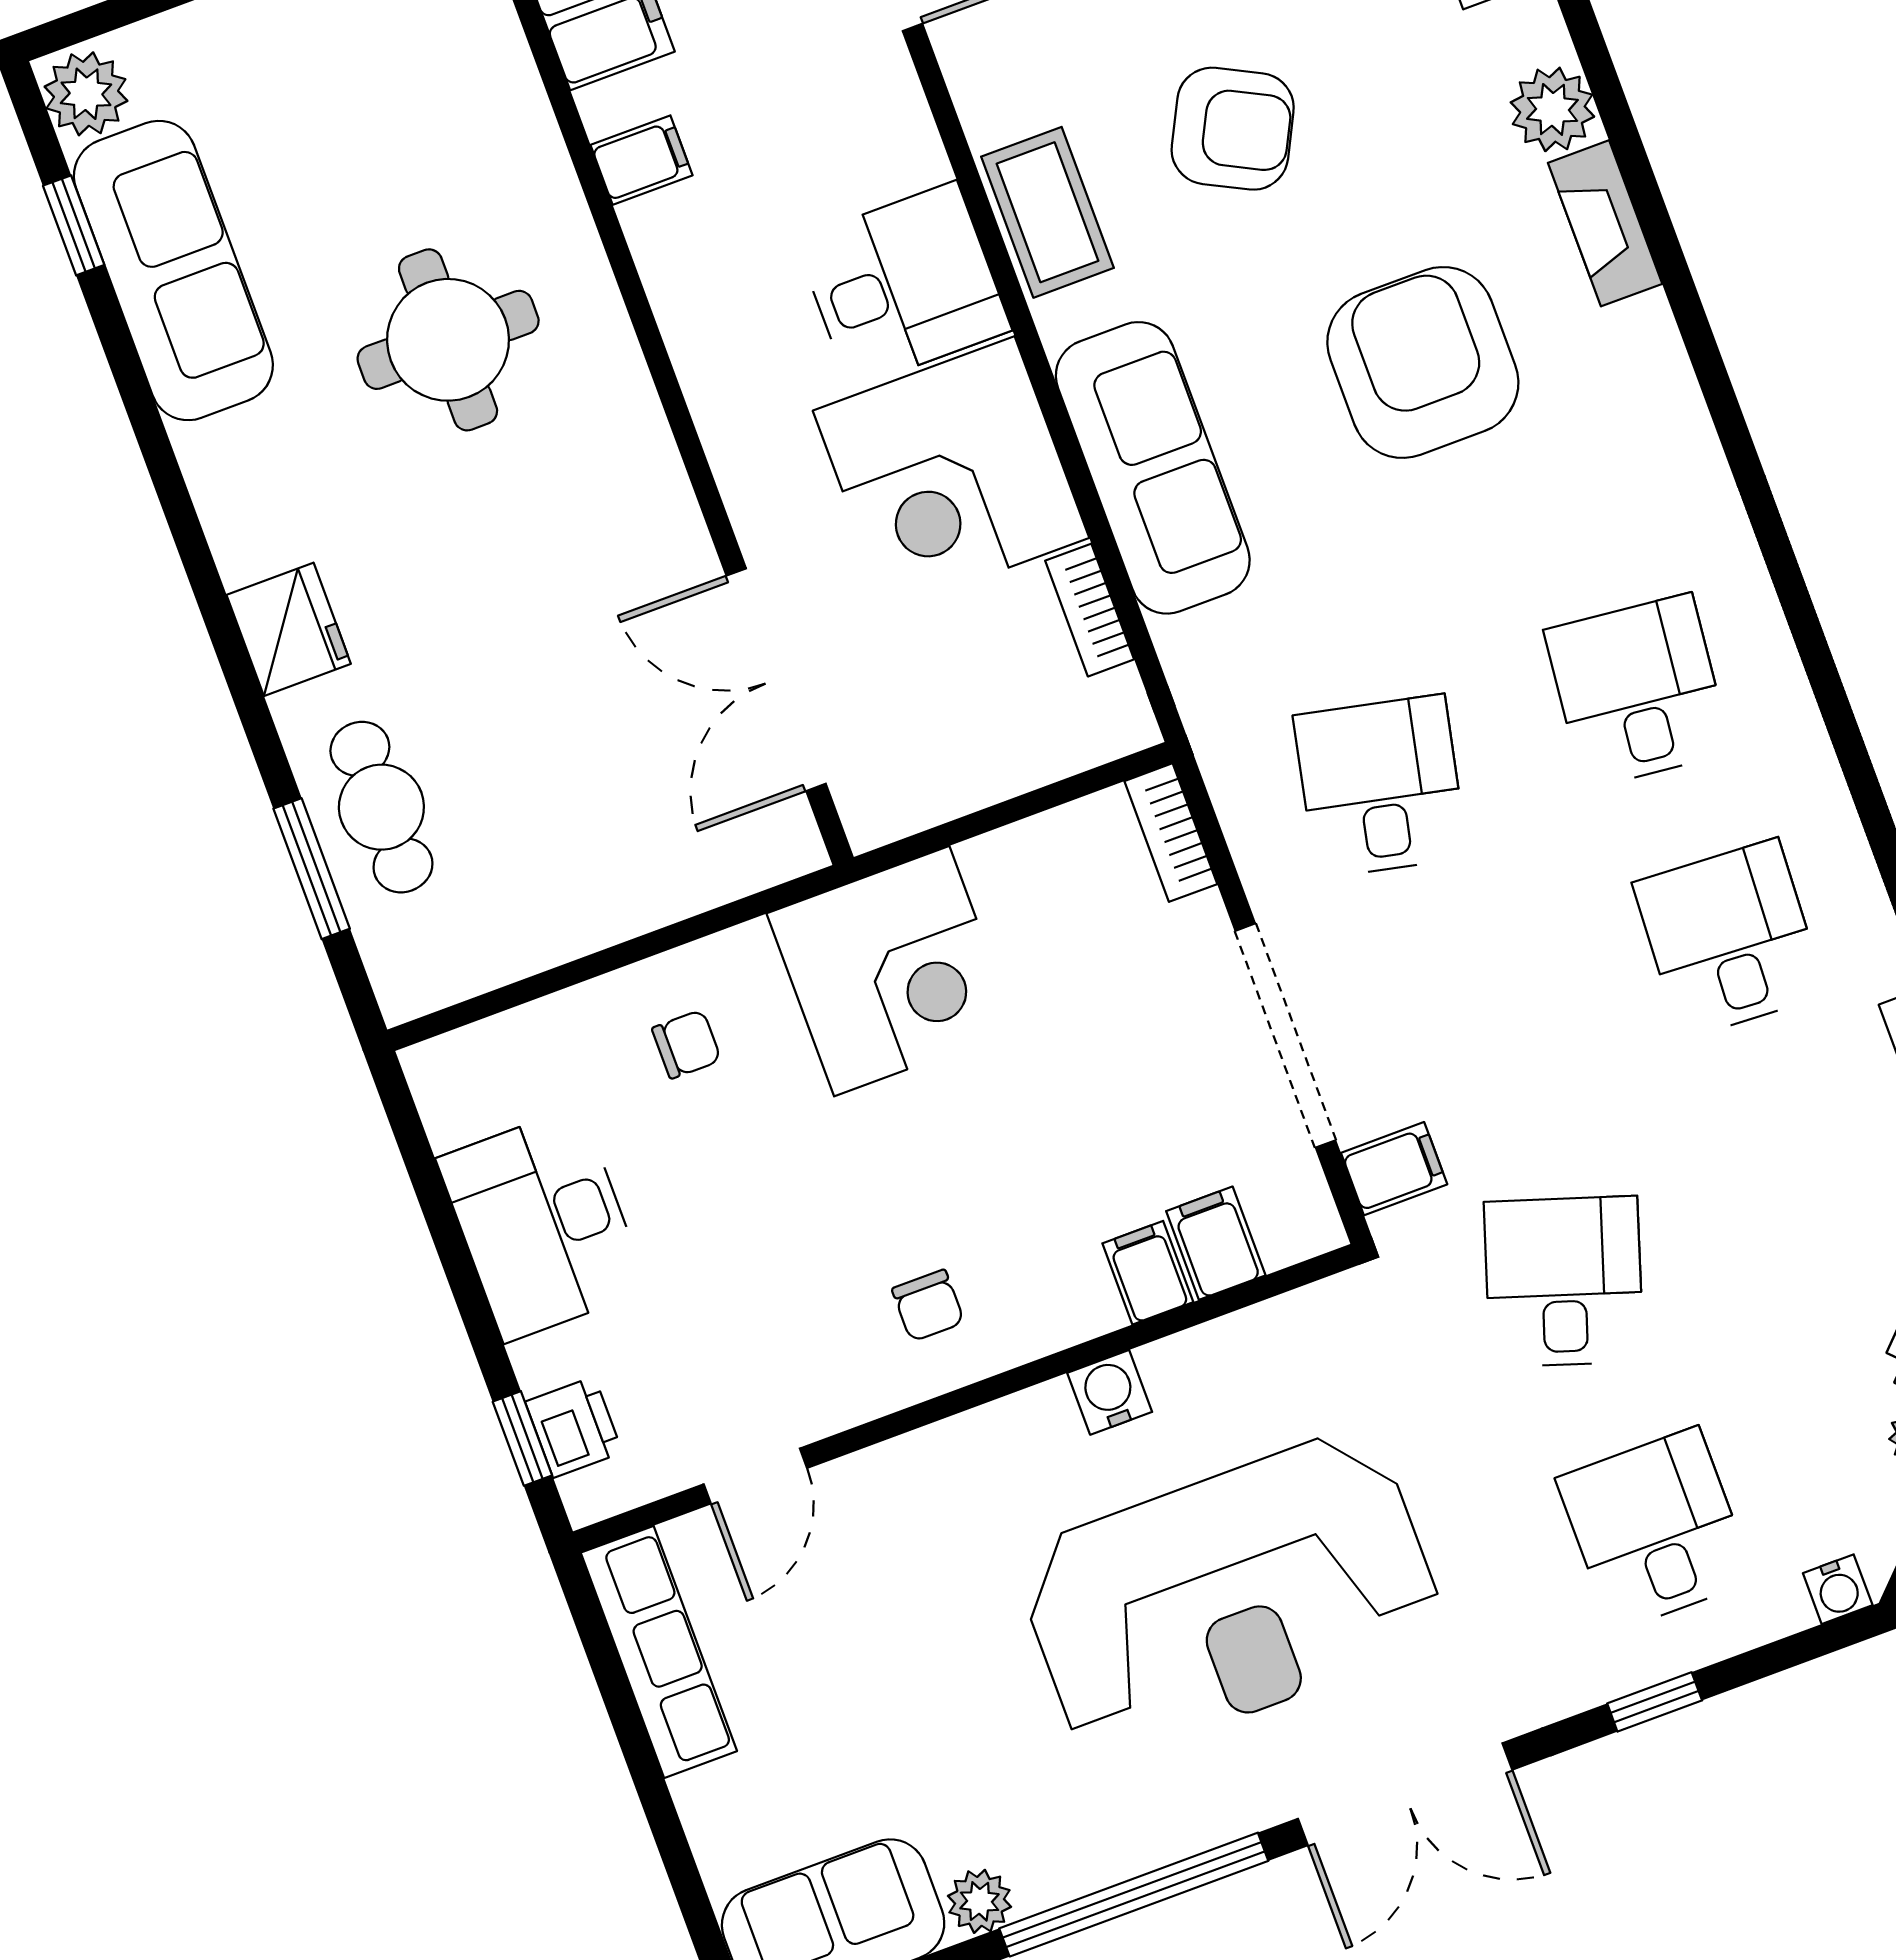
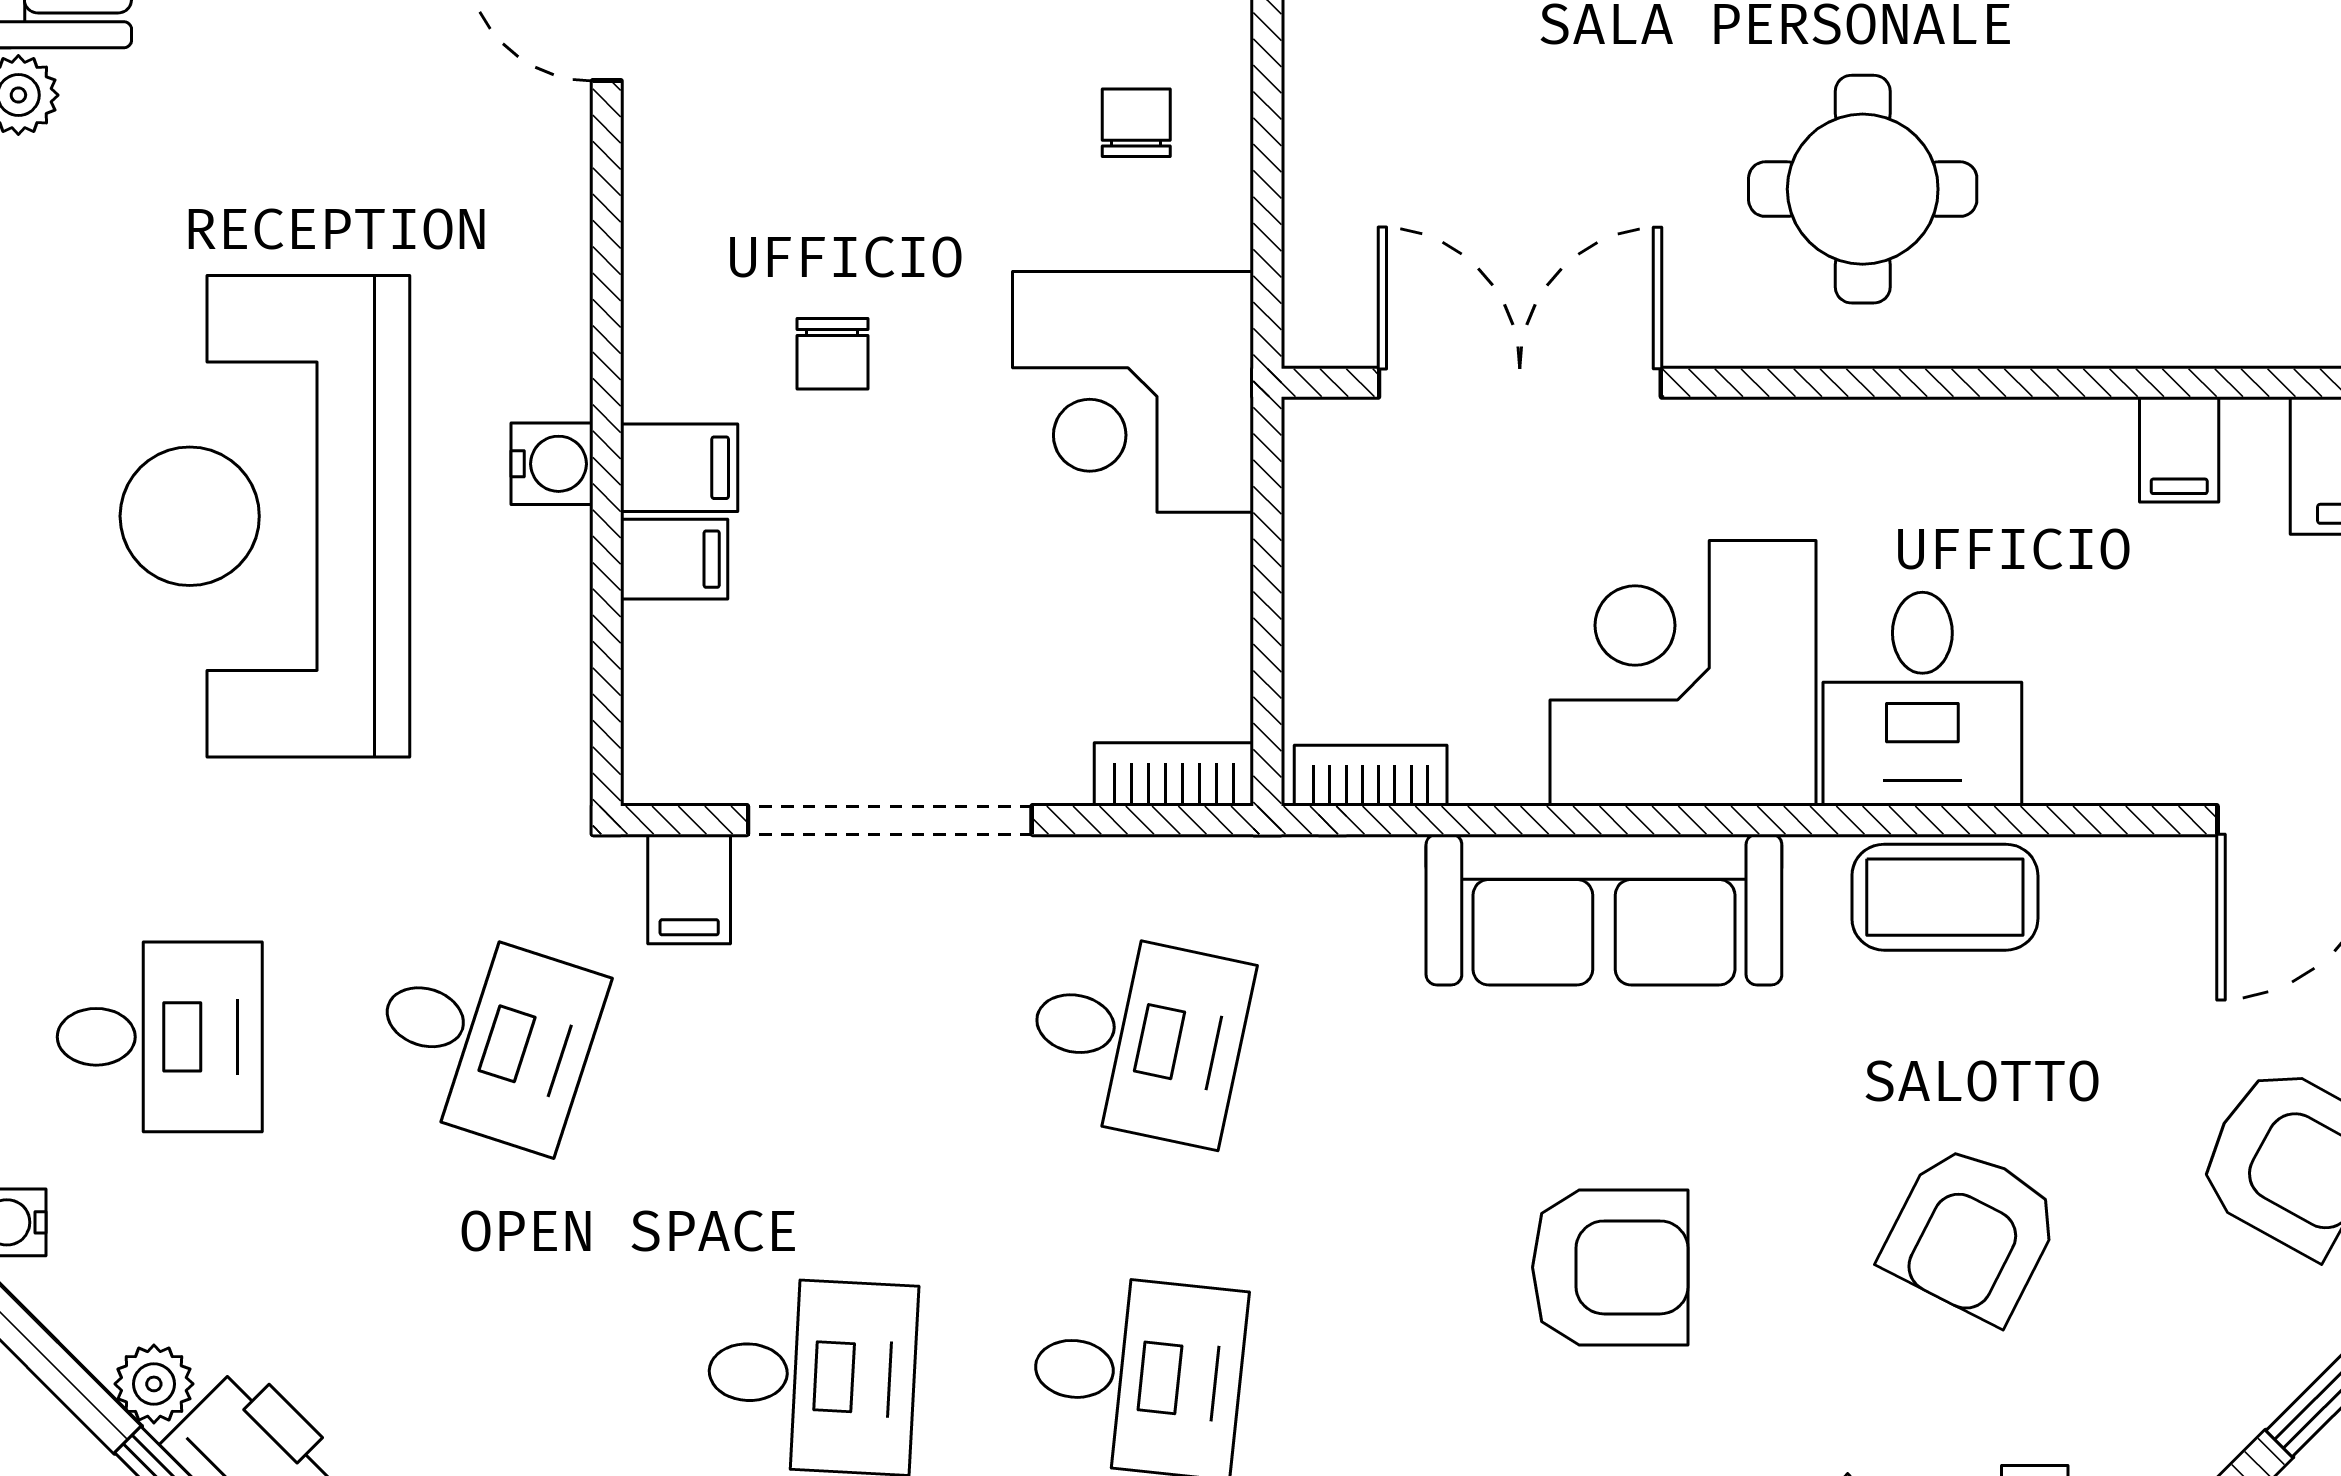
armchair: (1233, 129) -> (1972, 1233), moved
round table: (448, 340) -> (1863, 189), moved
armchair: (1423, 362) -> (1610, 1267), width x0.73, depth x0.73
bookcase: (1090, 610) -> (1371, 776), moved
chair: (686, 1044) -> (1136, 123), turned 180
filing cabinet: (1216, 1243) -> (679, 468), moved
chair: (928, 1306) -> (832, 354), moved, turned -90

